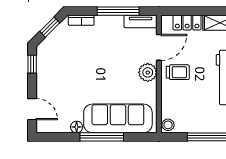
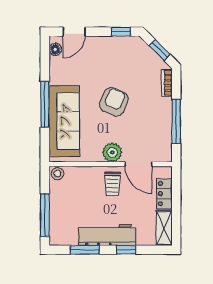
tv unit: (141, 22) -> (165, 145), removed
armchair: (99, 71) -> (114, 102), added
floor lamp: (77, 127) -> (55, 49), moved

